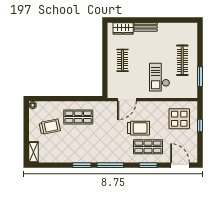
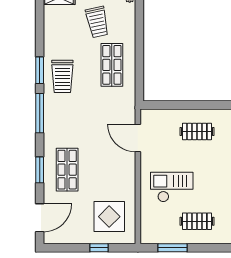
clothes rail: (182, 60) -> (197, 221), width x0.73
trolley: (139, 128) -> (62, 76), moved

